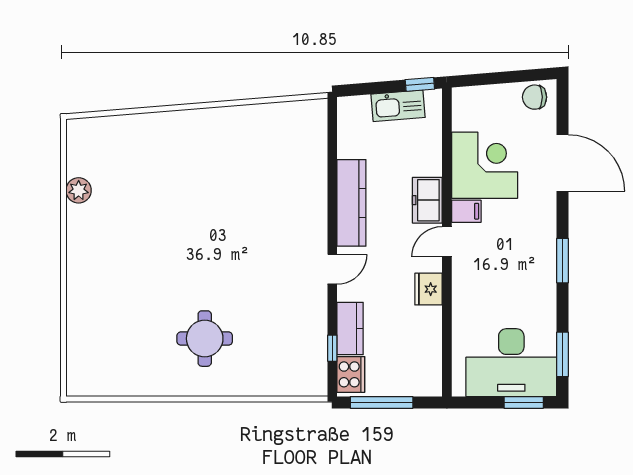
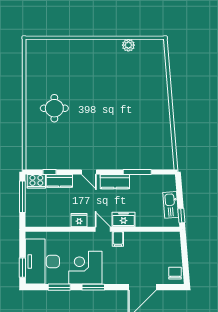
corner desk: (485, 165) -> (85, 268), moved, turned 180
window: (332, 173) -> (137, 172), added
kitchen counter: (351, 203) -> (115, 182), width x0.67
window: (563, 354) -> (59, 287), moved

